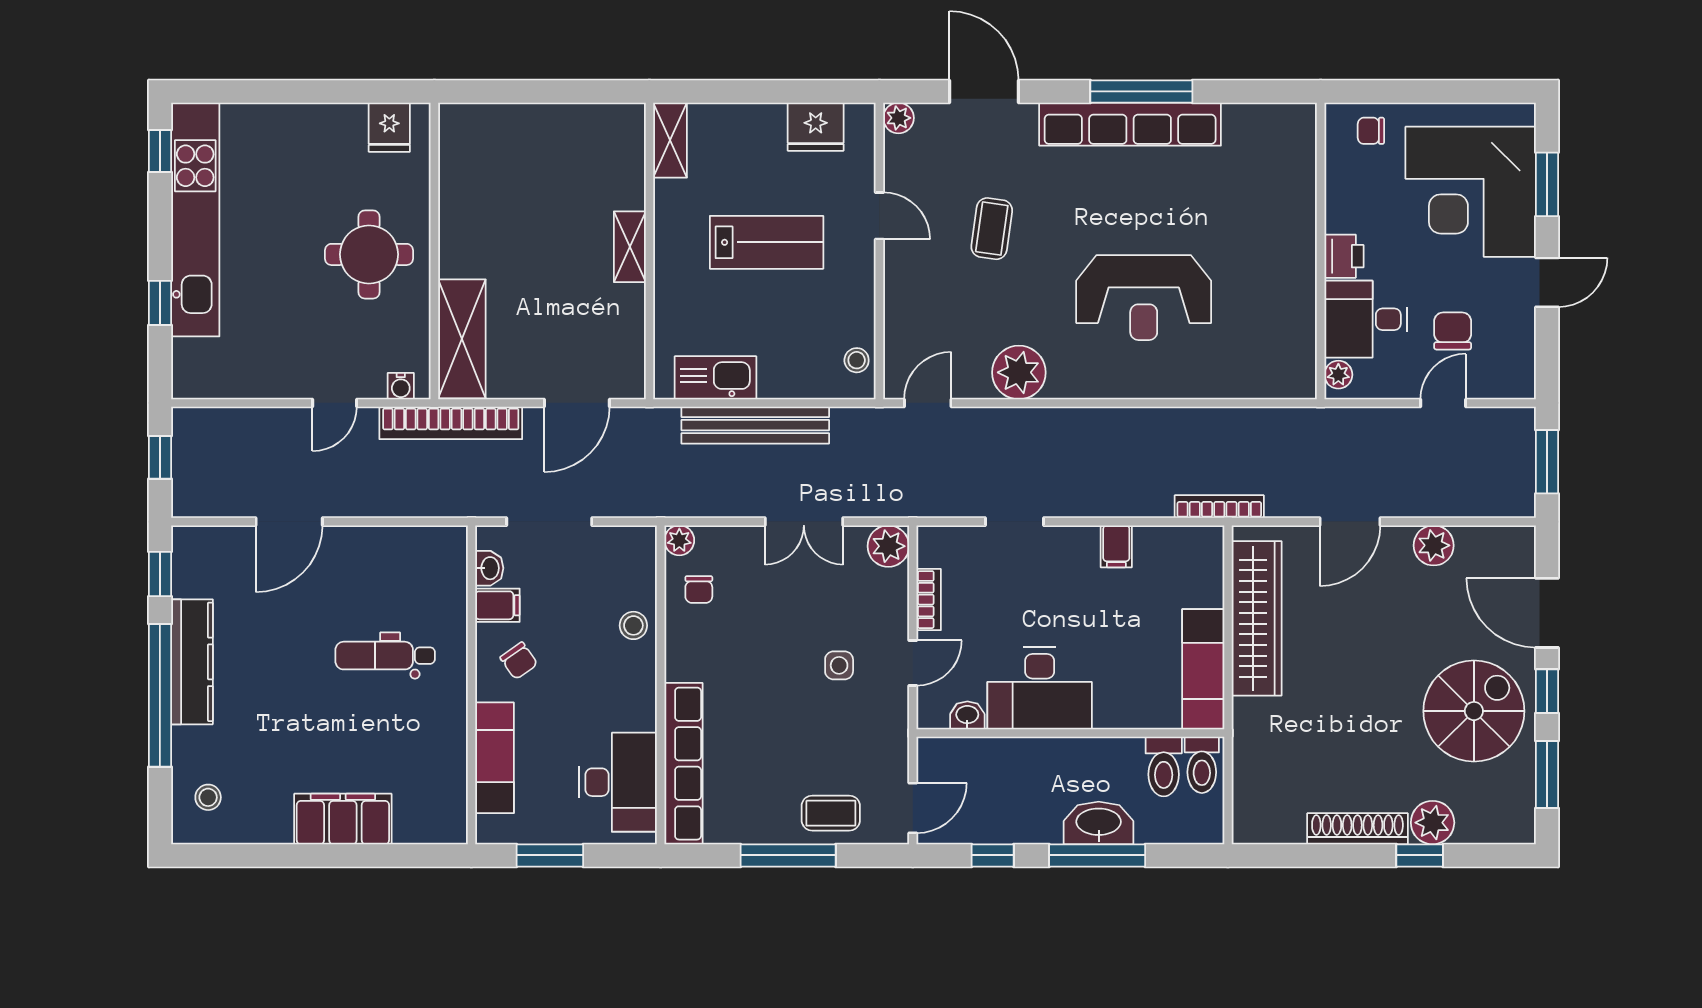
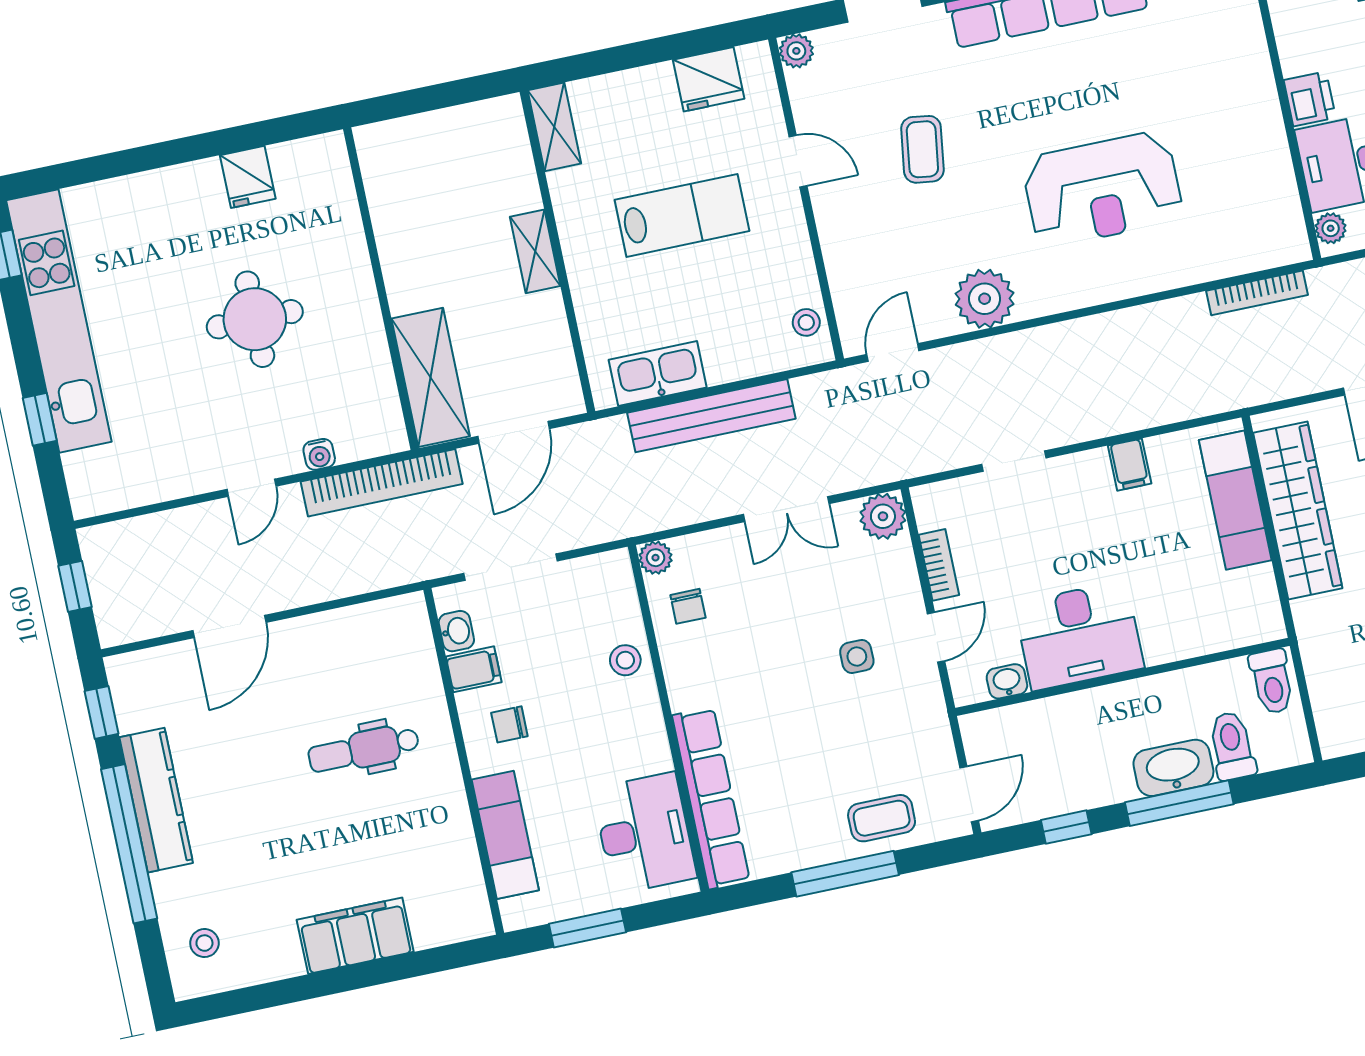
wall: (434, 251) -> (381, 289), moved
shelving: (462, 339) -> (431, 377), moved
bookcase: (1219, 507) -> (1257, 293), moved, turned 180
chair: (519, 661) -> (509, 724), turned 125
exam couch: (1203, 669) -> (1235, 500), moved
toilet: (1164, 767) -> (1232, 746), moved, turned 180

